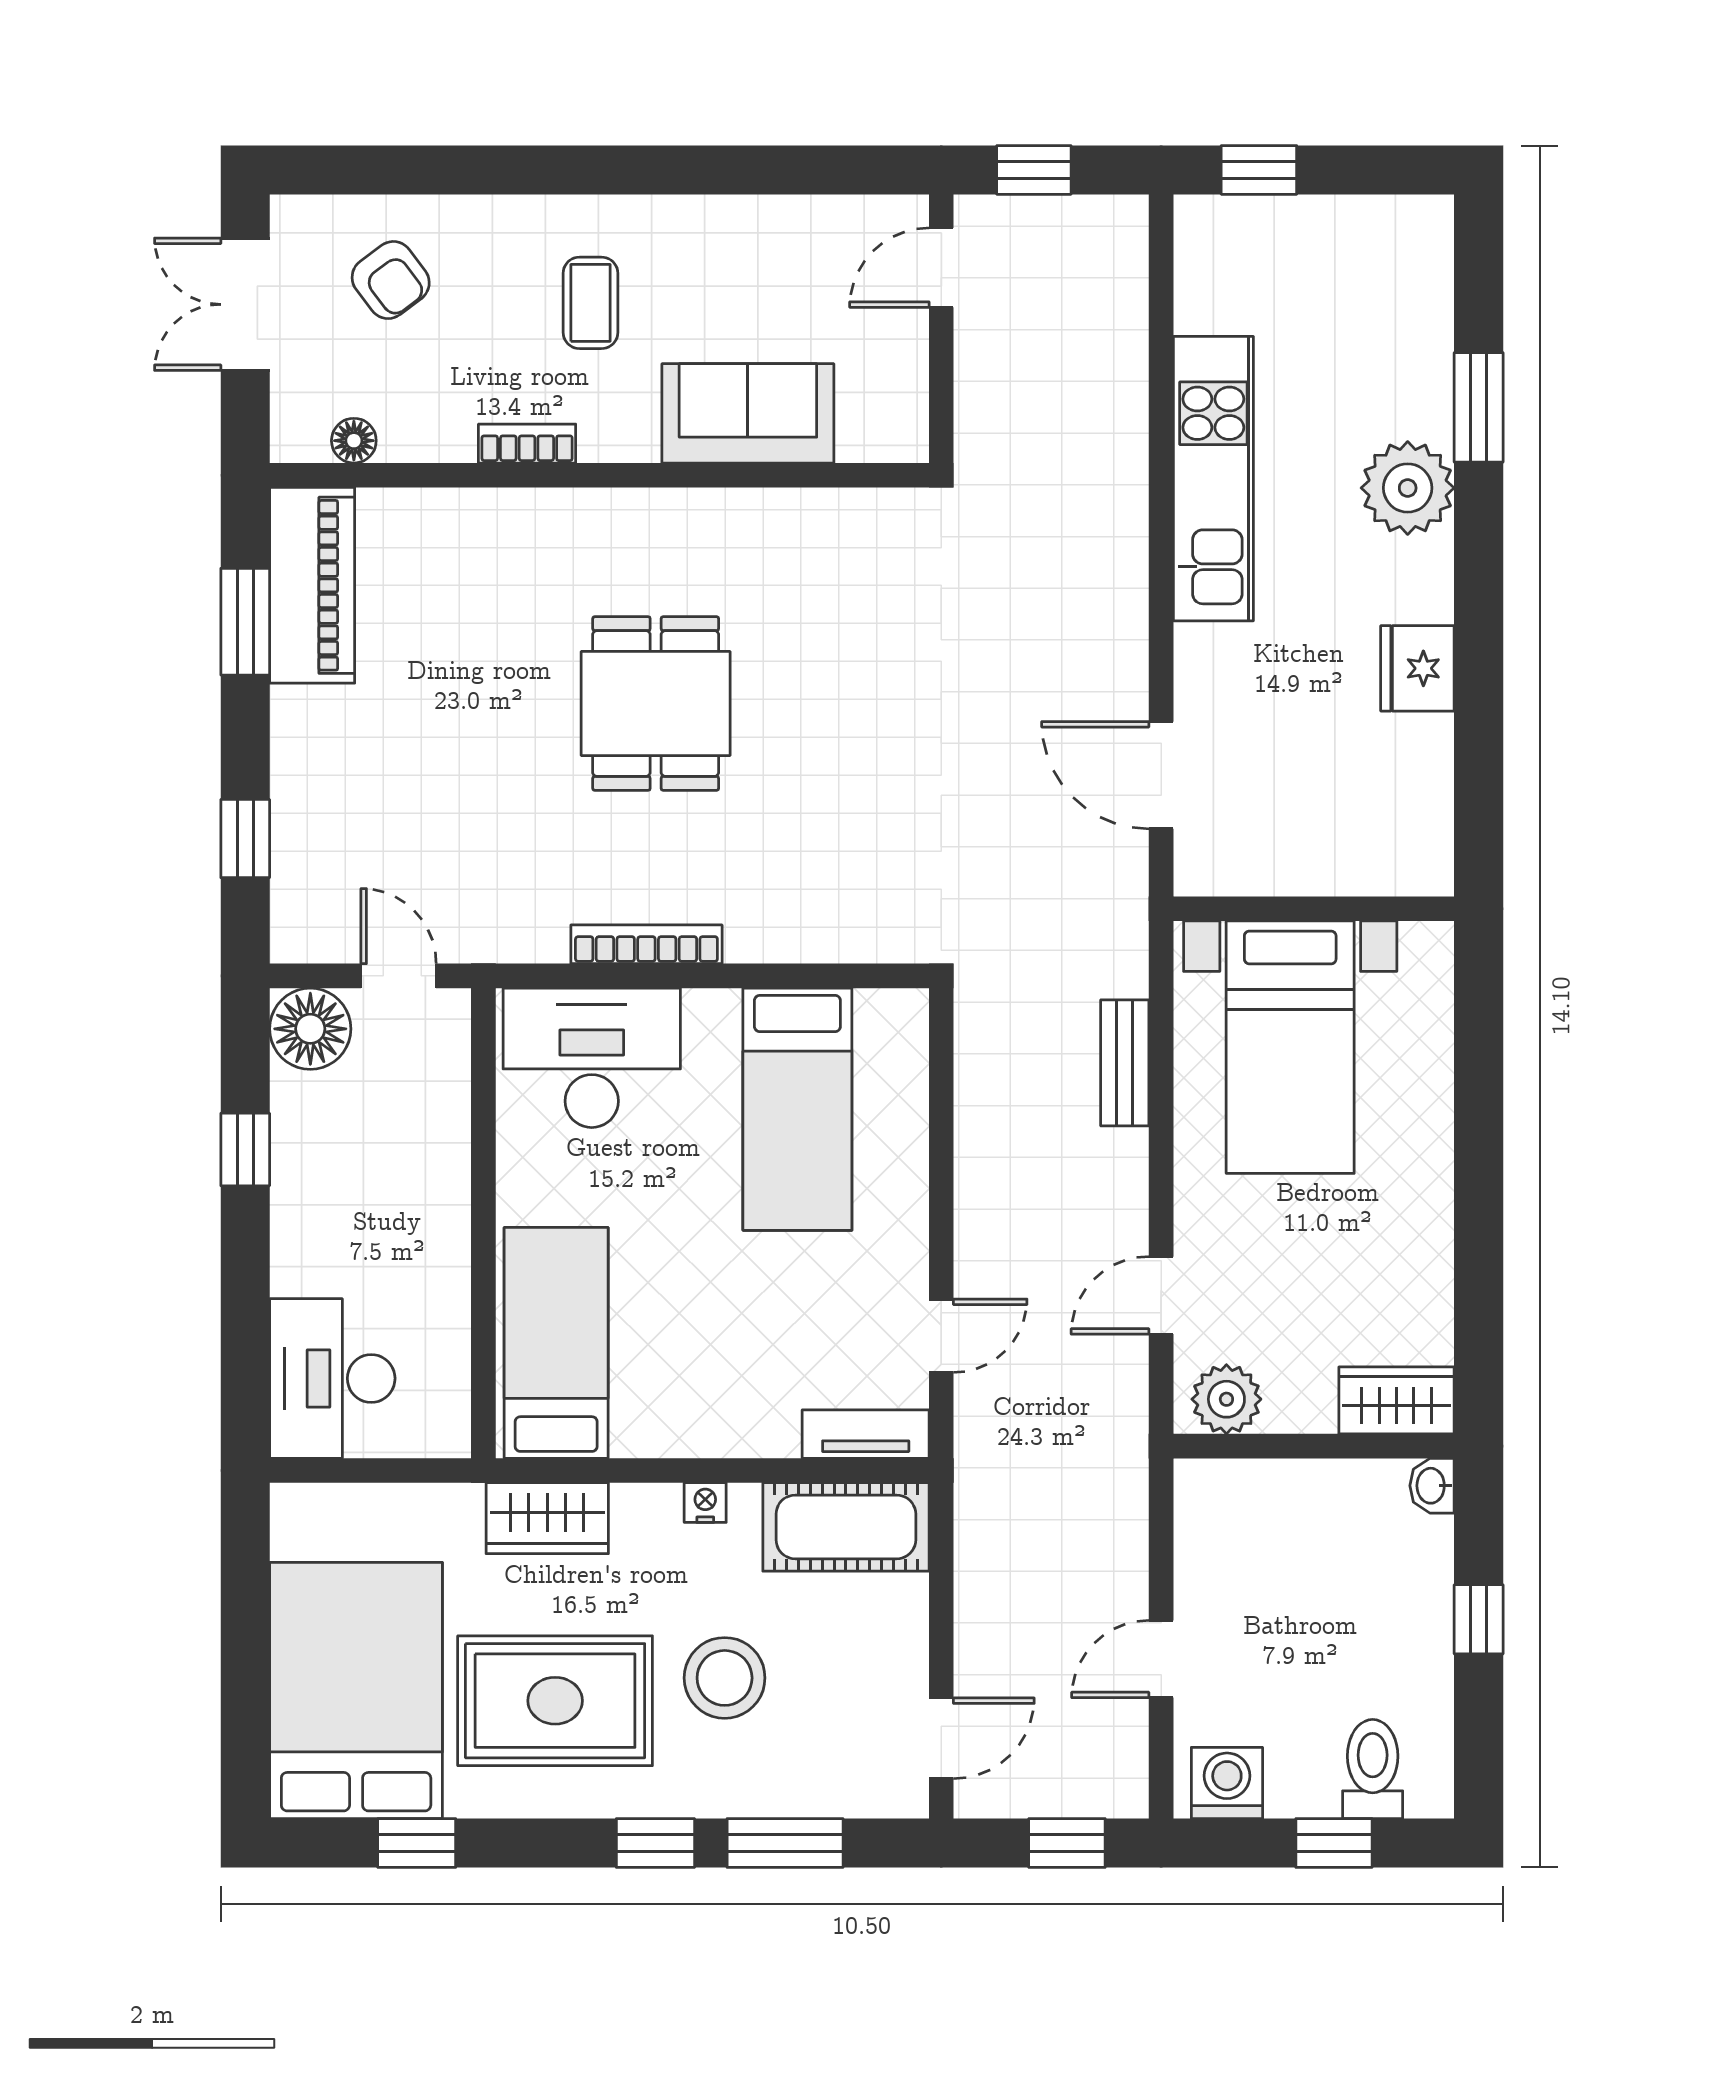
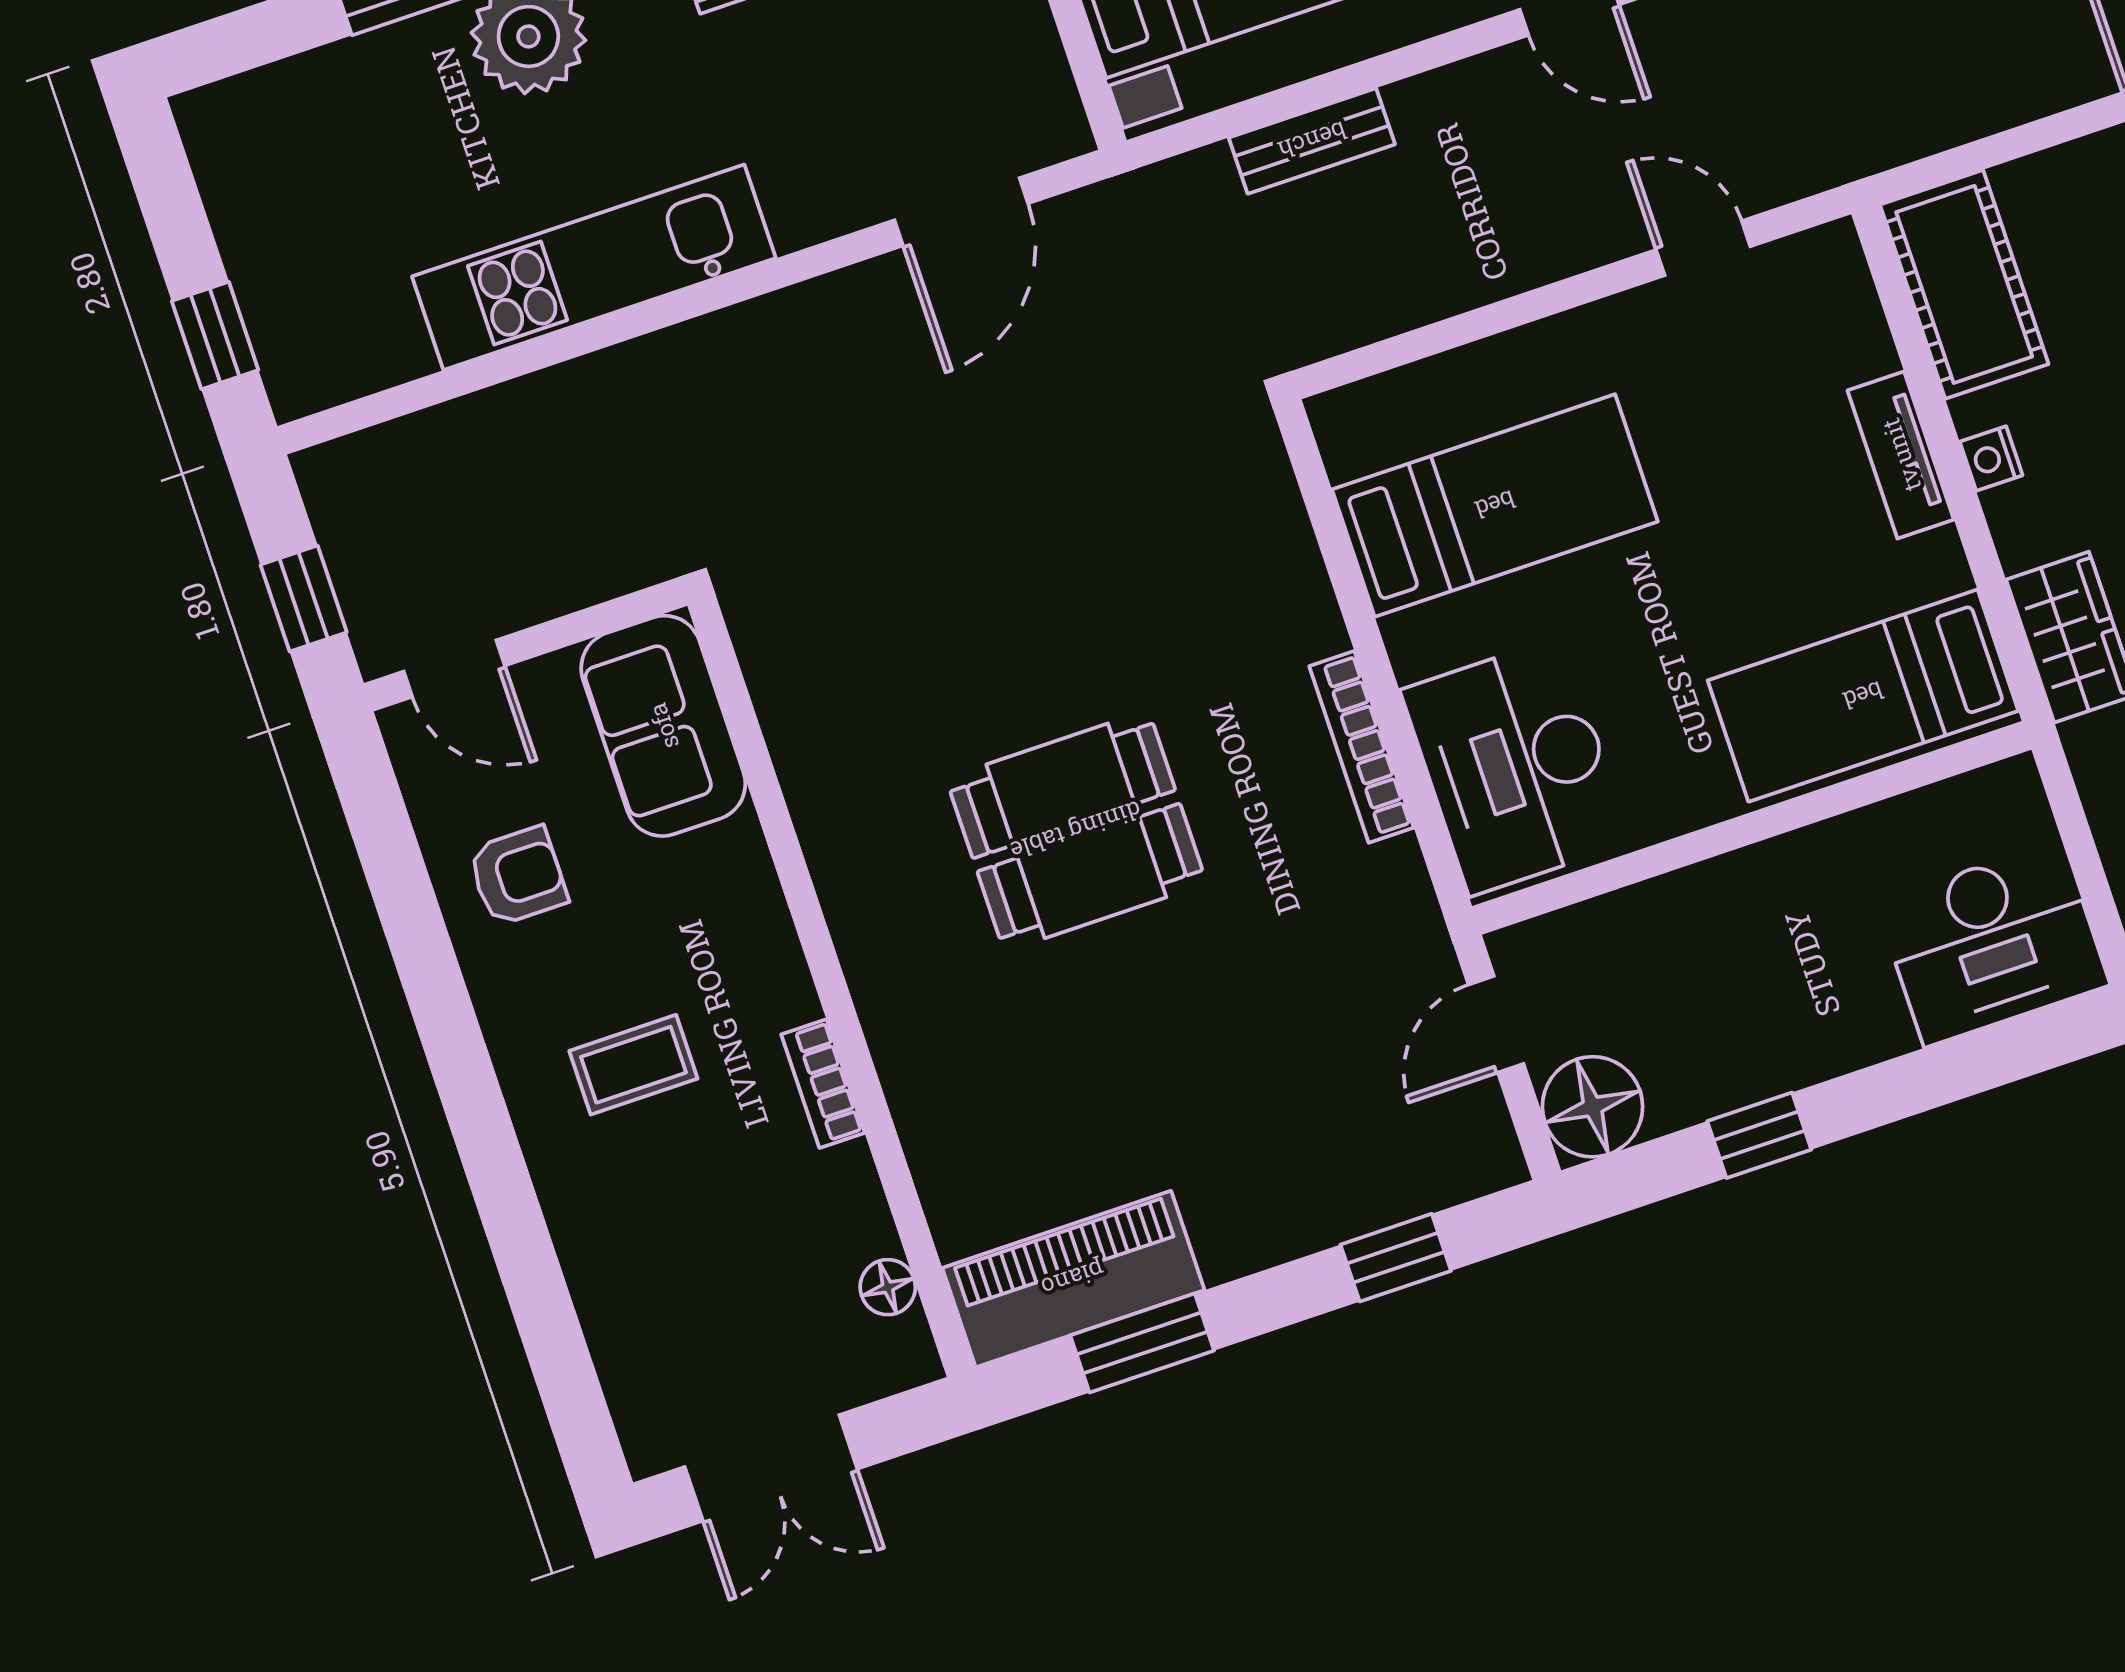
armchair: (391, 280) -> (518, 876), moved, turned 37
sofa: (748, 413) -> (663, 726), moved
tv unit: (866, 1434) -> (1901, 455), moved

